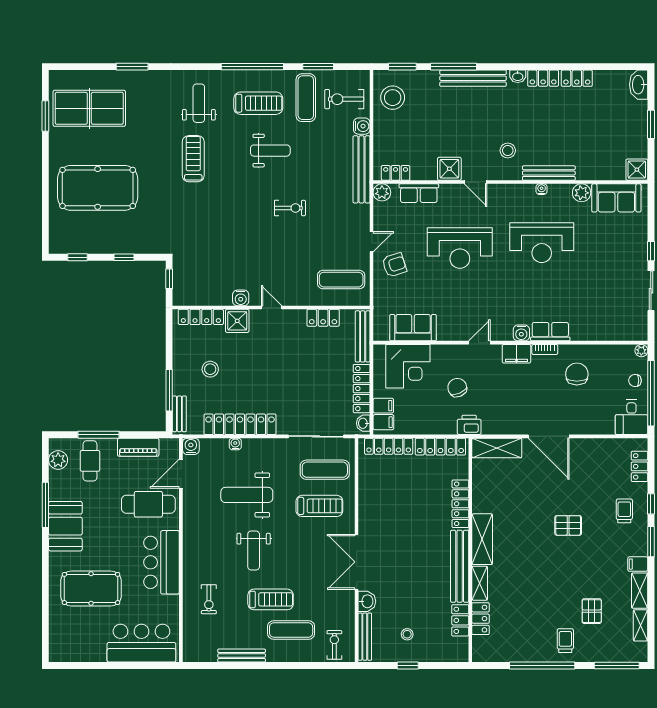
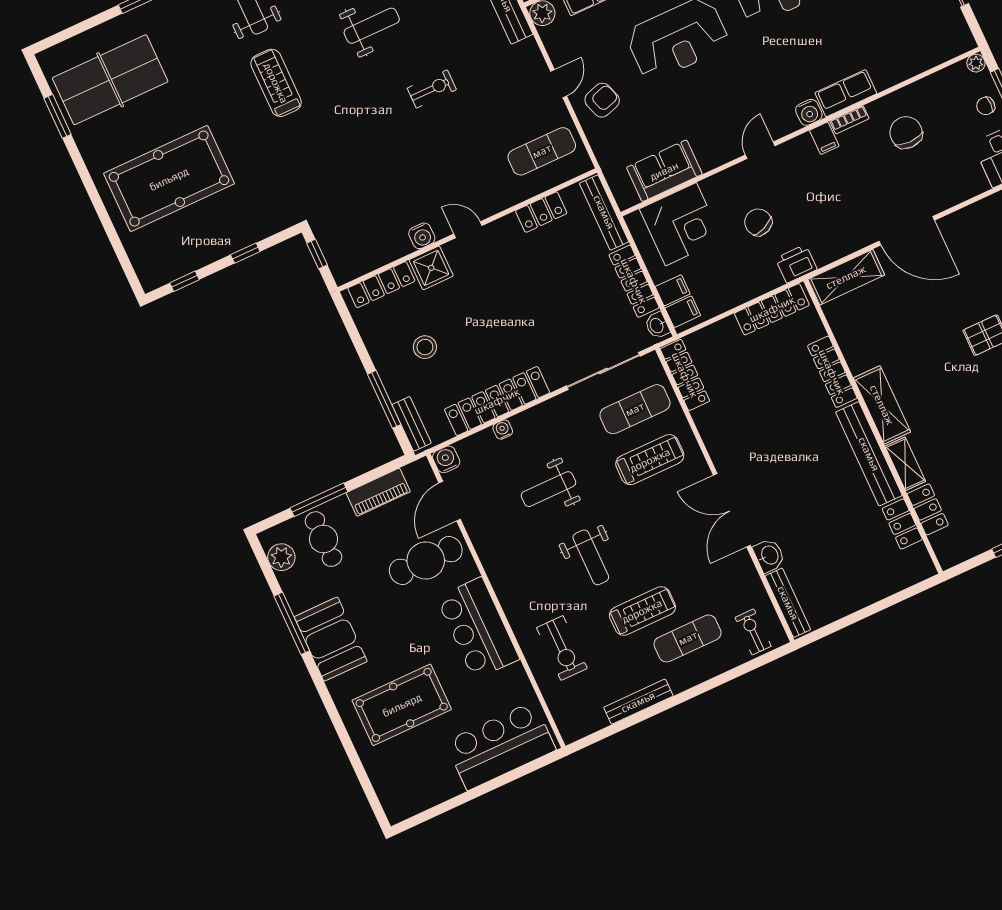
filing cabinet: (516, 354) -> (824, 138), width x0.50
locker: (389, 446) -> (685, 375), moved, turned -90
weight bench: (247, 495) -> (548, 489), width x0.73, depth x0.75
exercise bike: (209, 599) -> (562, 648), width x1.38, depth x1.39
stool: (407, 634) -> (841, 574), removed
window: (408, 666) -> (861, 615), removed

